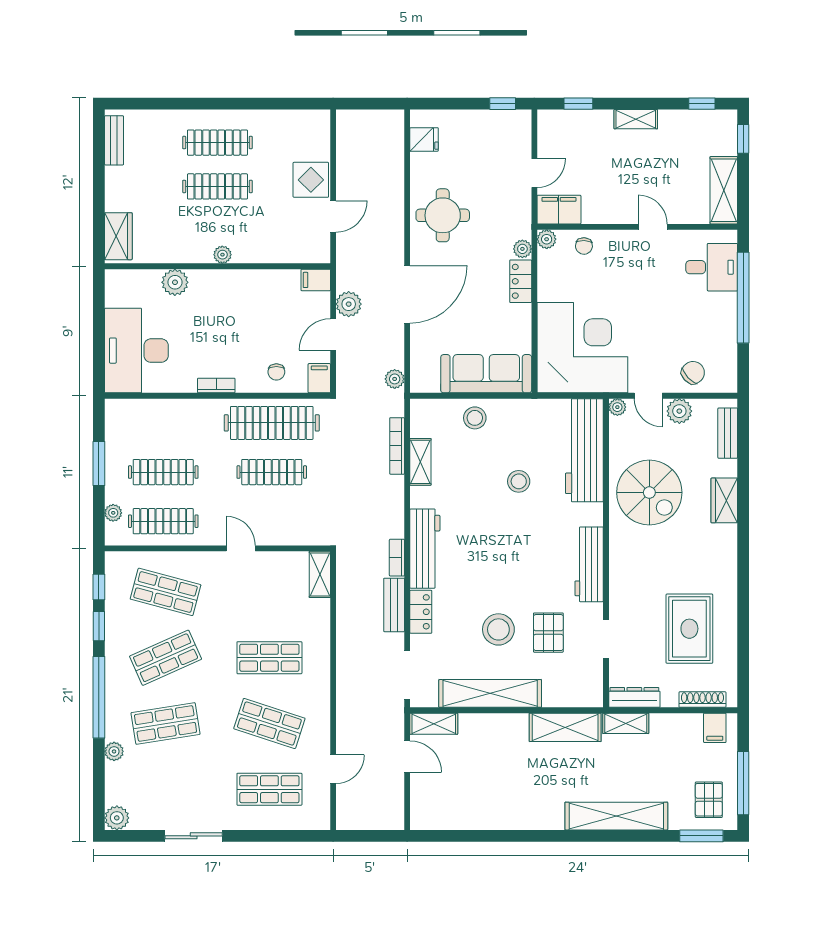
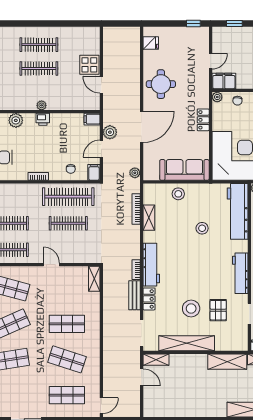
door: (333, 216) -> (101, 85), swing flipped
plant: (522, 249) -> (204, 102), removed
printer: (225, 280) -> (43, 119), added
door: (333, 769) -> (101, 406), moved

